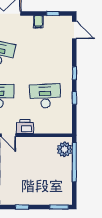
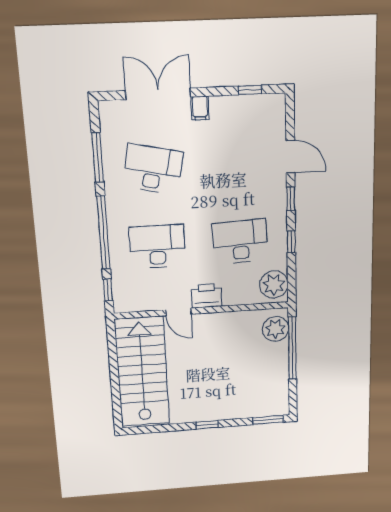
filing cabinet: (38, 22) -> (200, 108), moved
door: (74, 30) -> (290, 157), moved
plant: (64, 122) -> (274, 285), added

